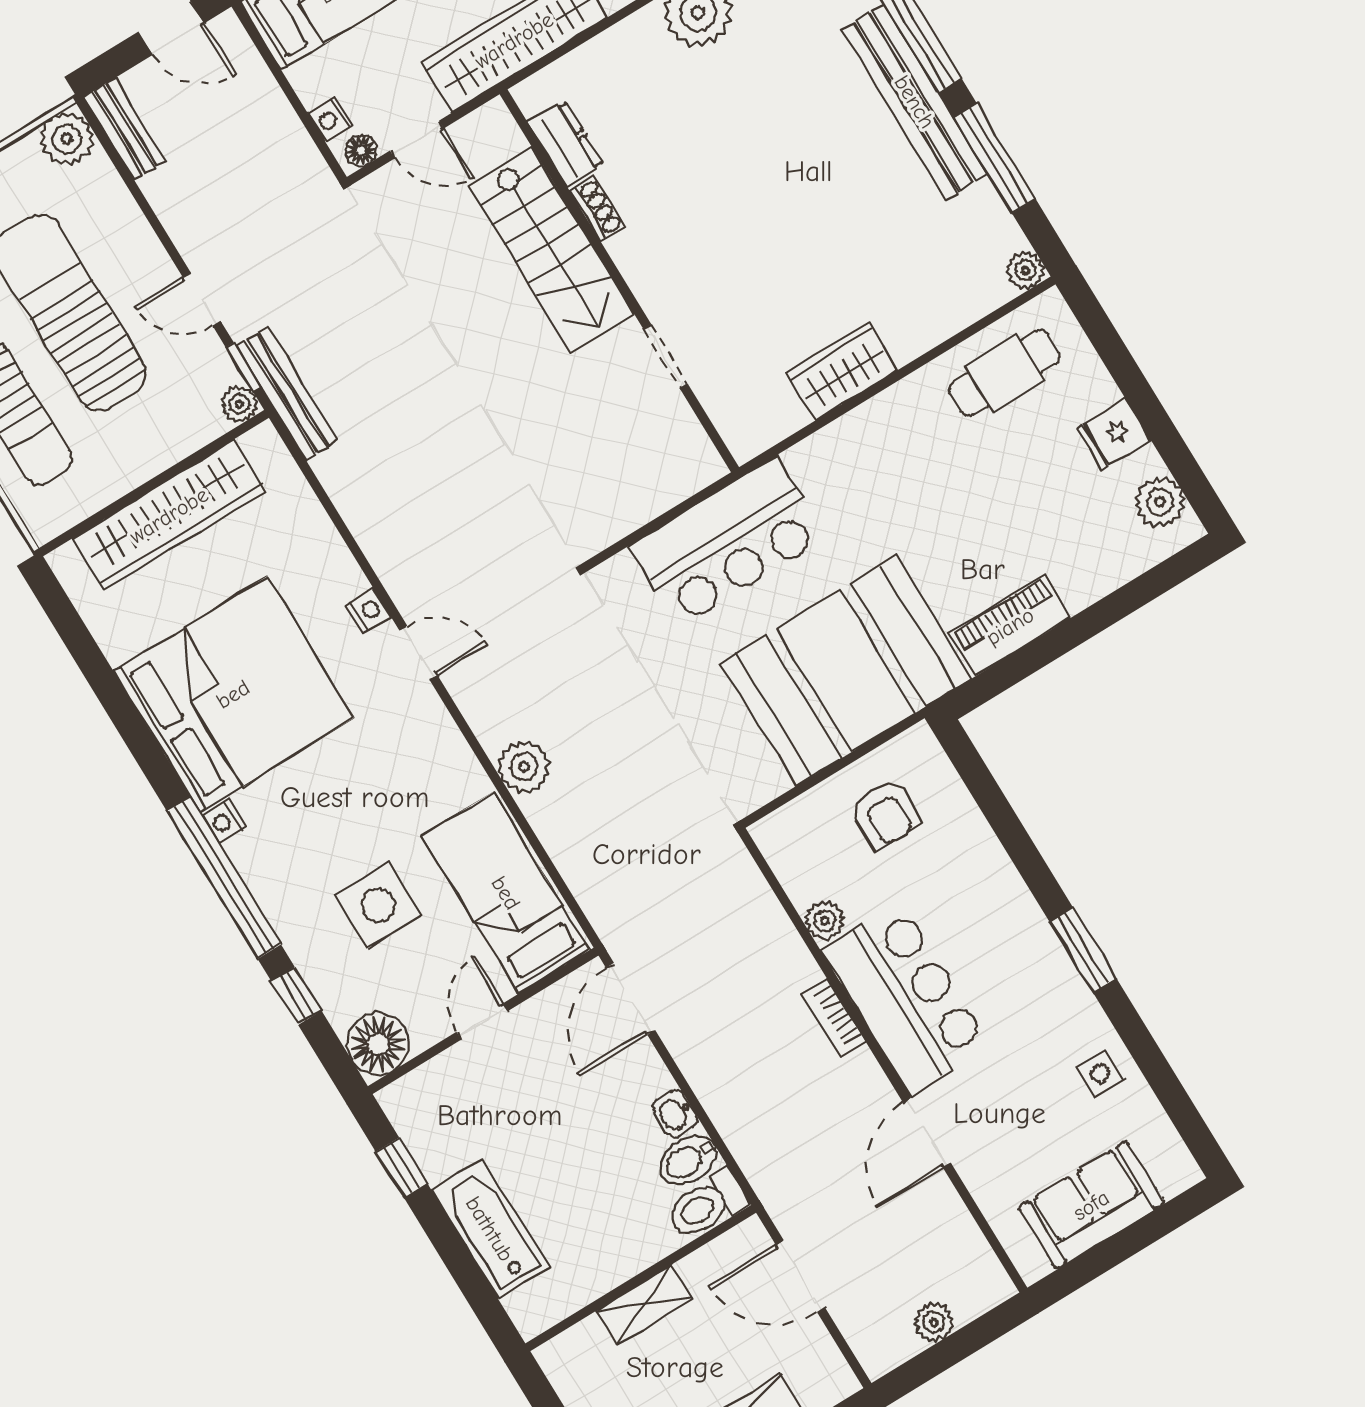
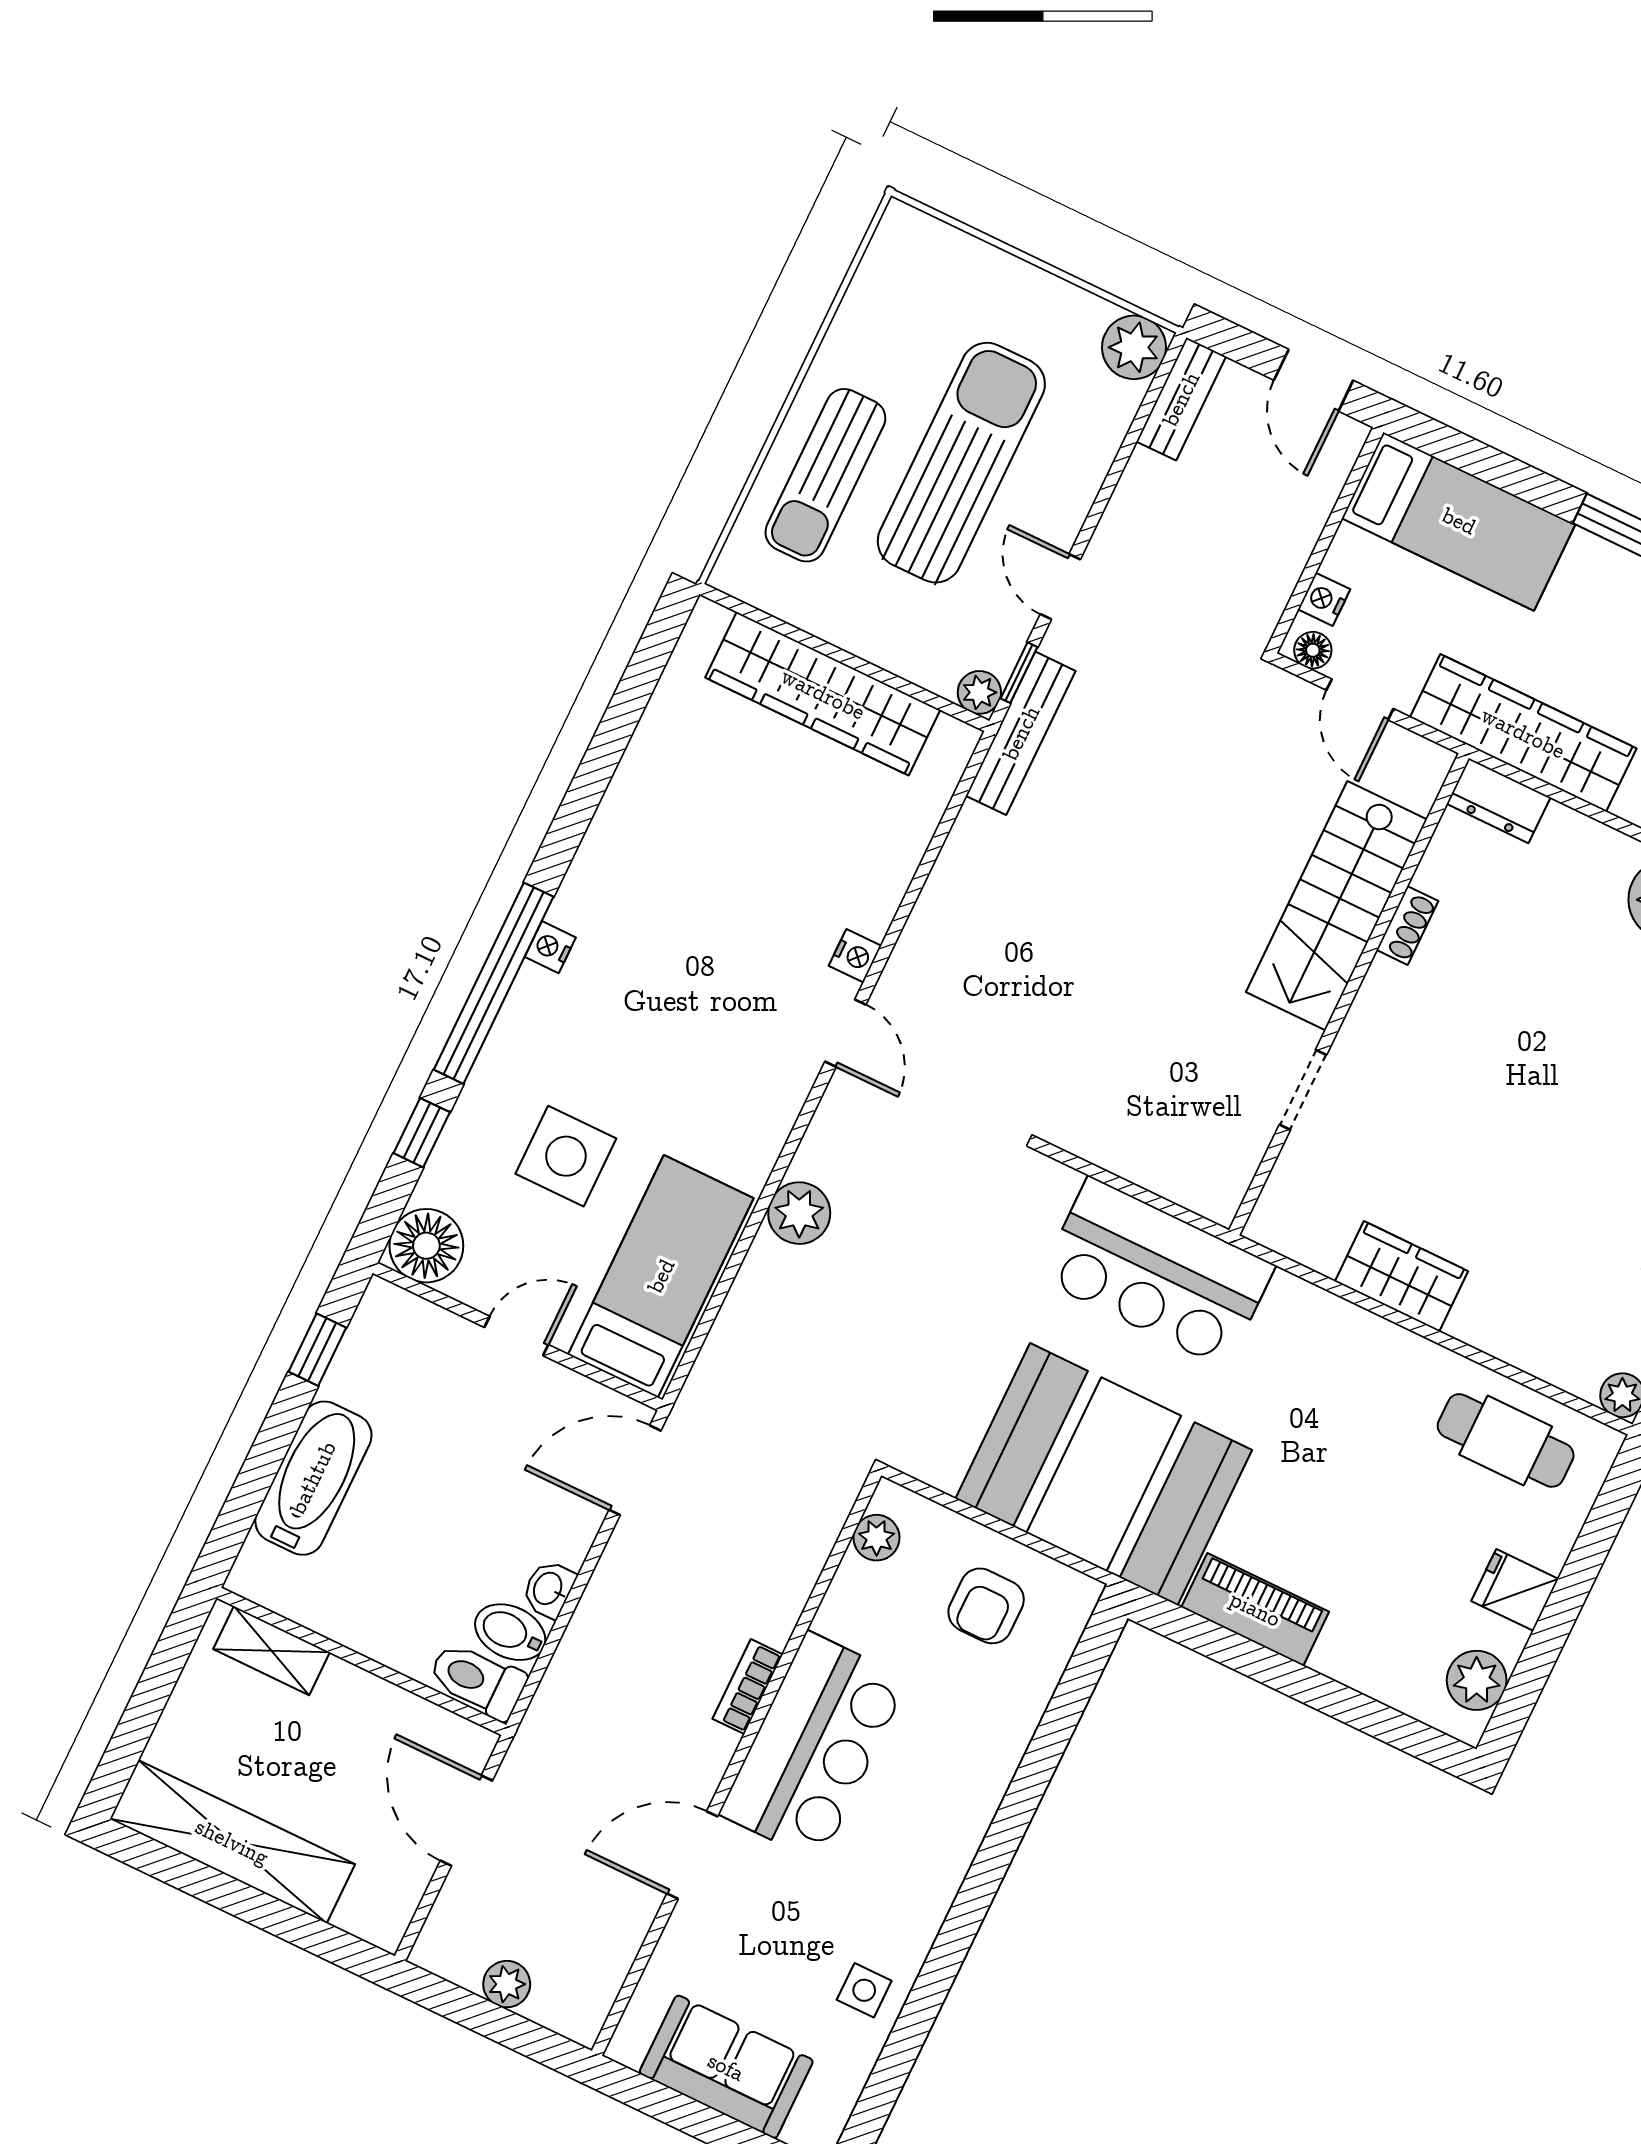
dresser: (566, 144) -> (1499, 801), moved, turned 90
bed: (233, 694) -> (684, 874), removed
plant: (825, 921) -> (877, 1538), moved
window: (1083, 950) -> (977, 1893), removed
shelving: (644, 1305) -> (272, 1651), moved

